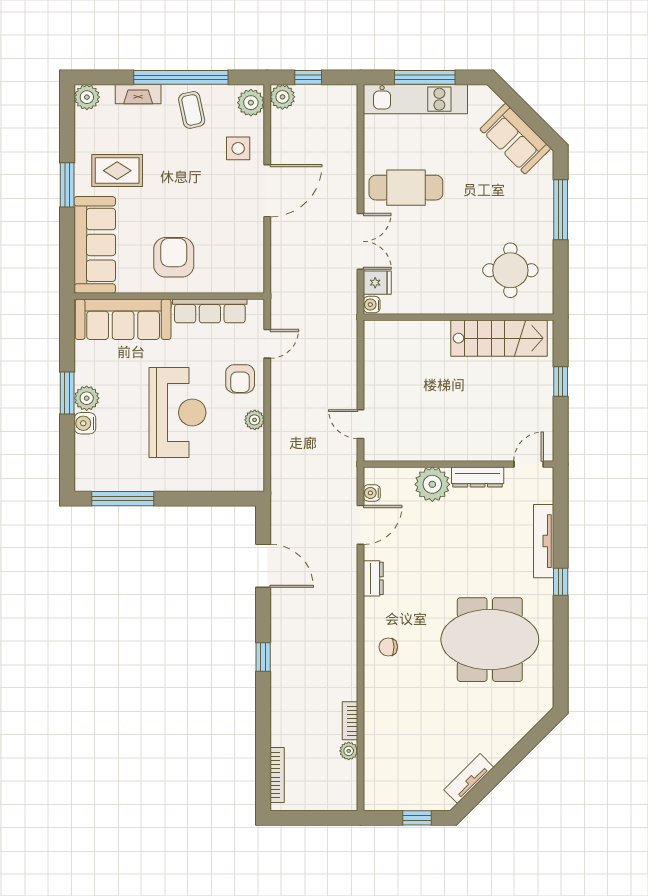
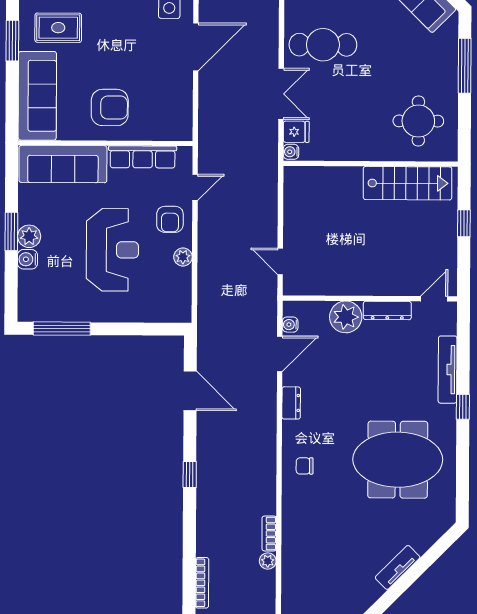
armchair: (174, 257) -> (110, 107), turned 90
tv unit: (469, 779) -> (398, 567), moved

